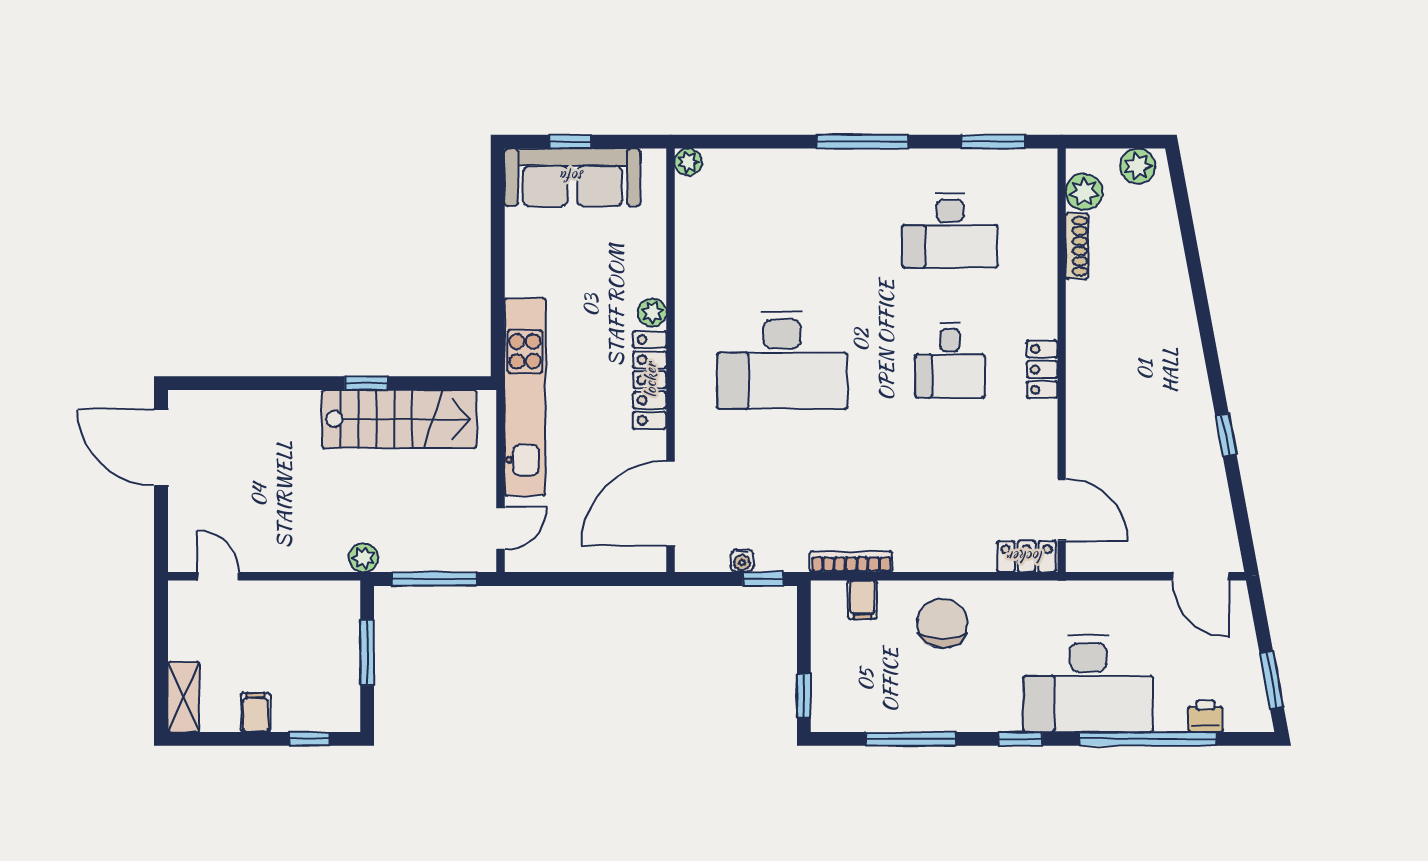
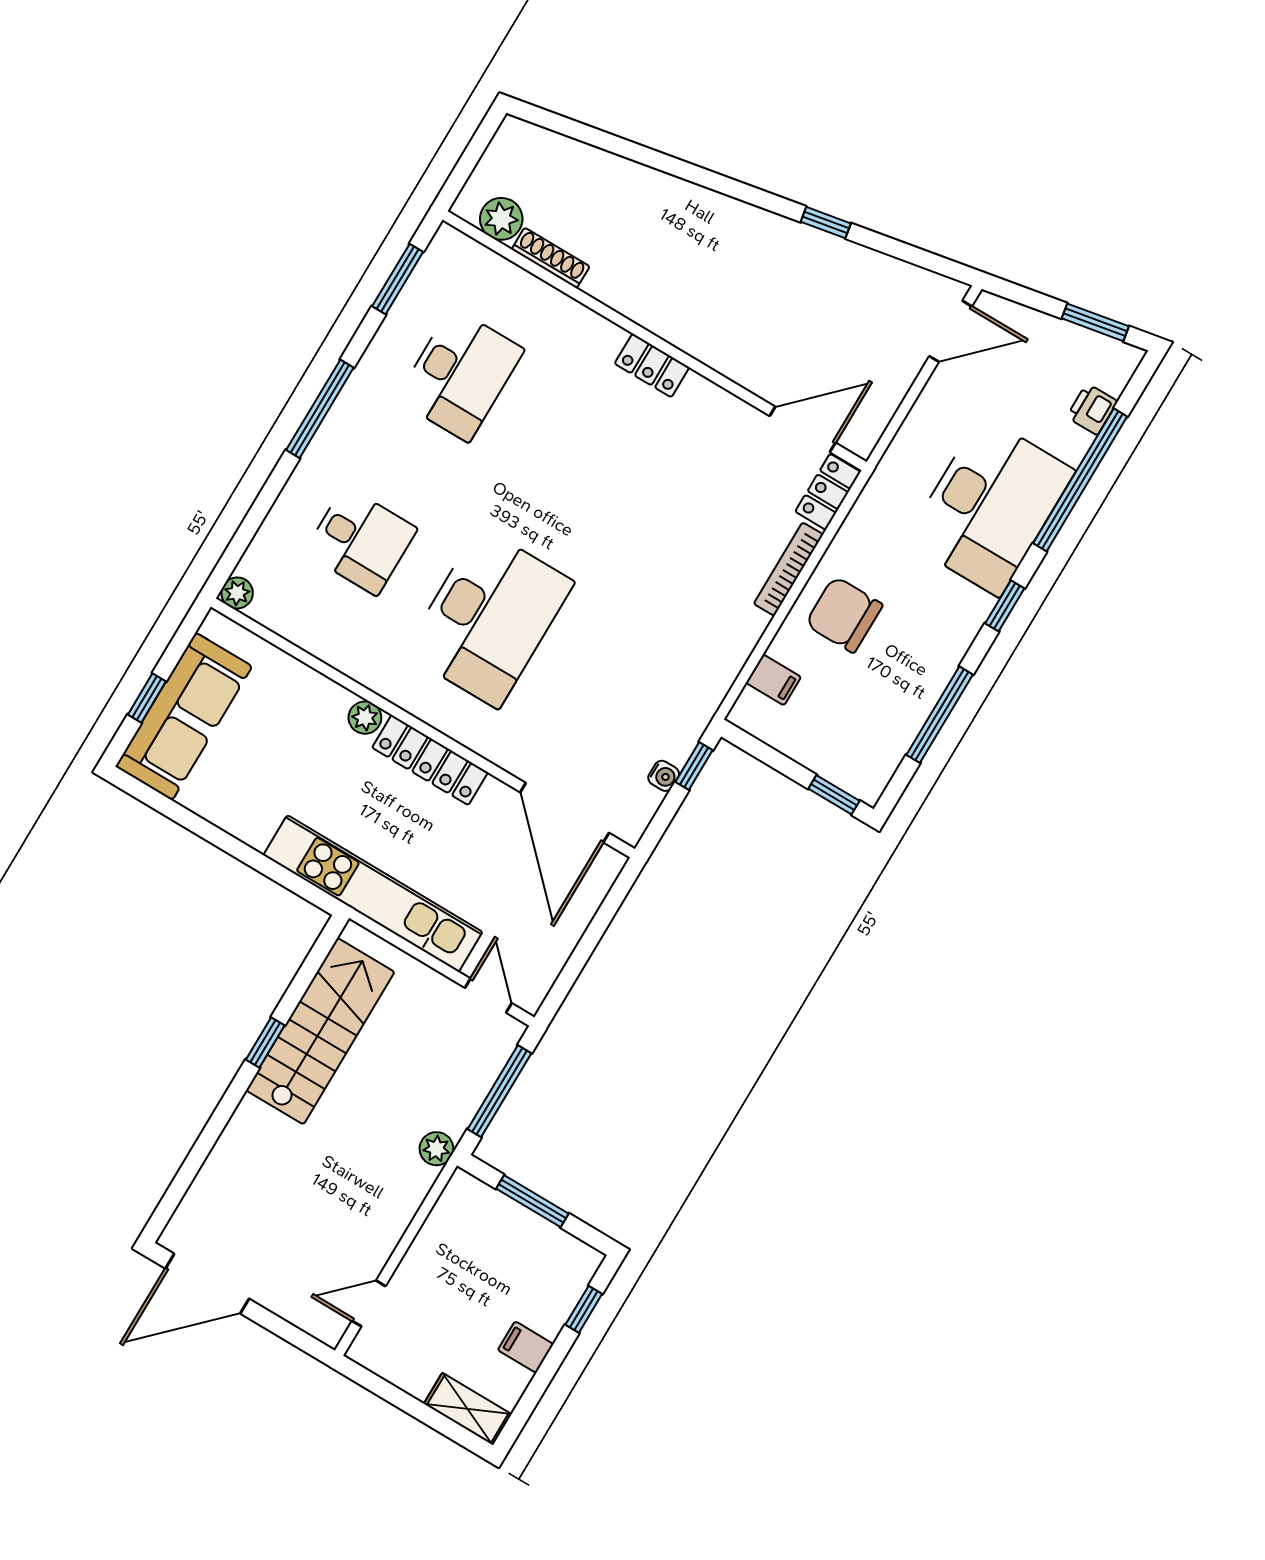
plant: (1138, 166) -> (507, 151), removed
desk: (950, 360) -> (361, 541), moved
bookcase: (851, 562) -> (789, 569), moved

